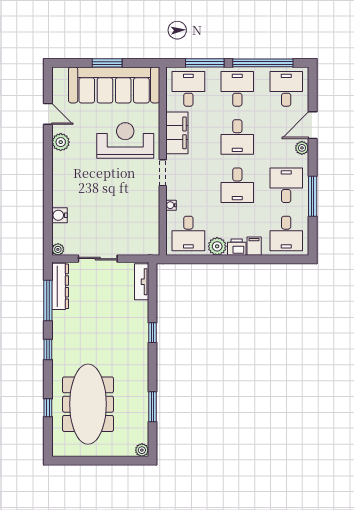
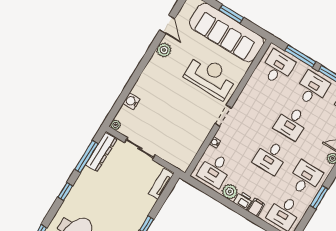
filing cabinet: (177, 133) -> (250, 94), removed
window: (313, 196) -> (319, 197), width x0.69

